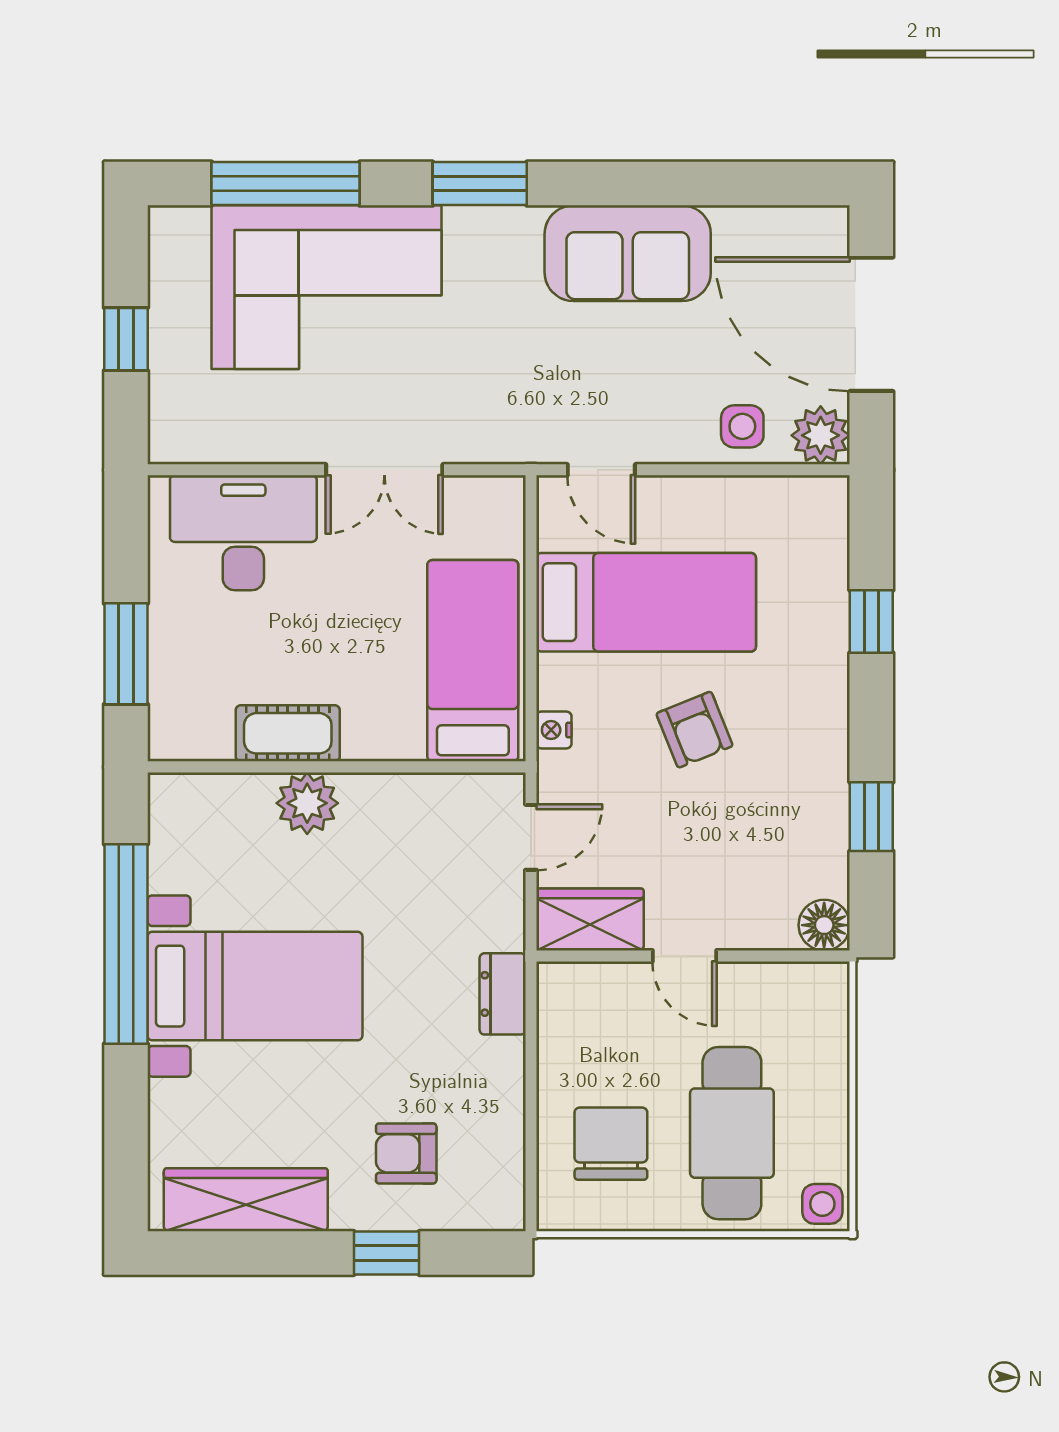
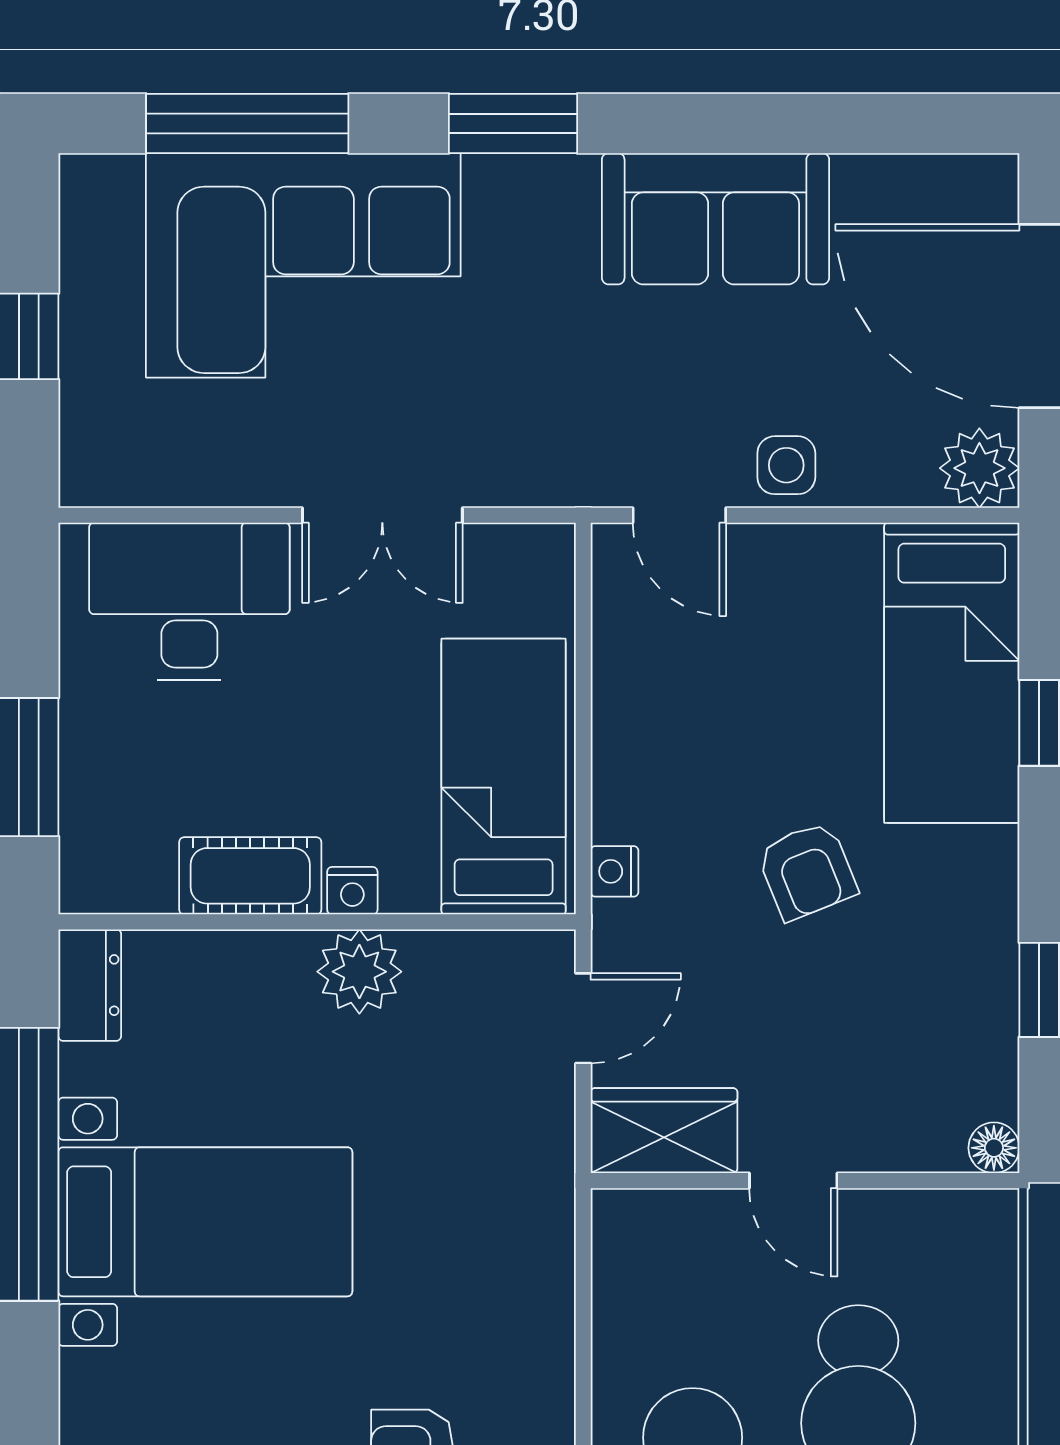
side table: (742, 426) -> (786, 465), moved
bed: (646, 602) -> (952, 673), moved, turned 90
nightstand: (362, 744) -> (352, 891), added
plant: (307, 803) -> (359, 972), moved
floor lamp: (824, 925) -> (994, 1148), width x0.73, depth x0.73
dresser: (503, 994) -> (90, 985), moved, turned 180

